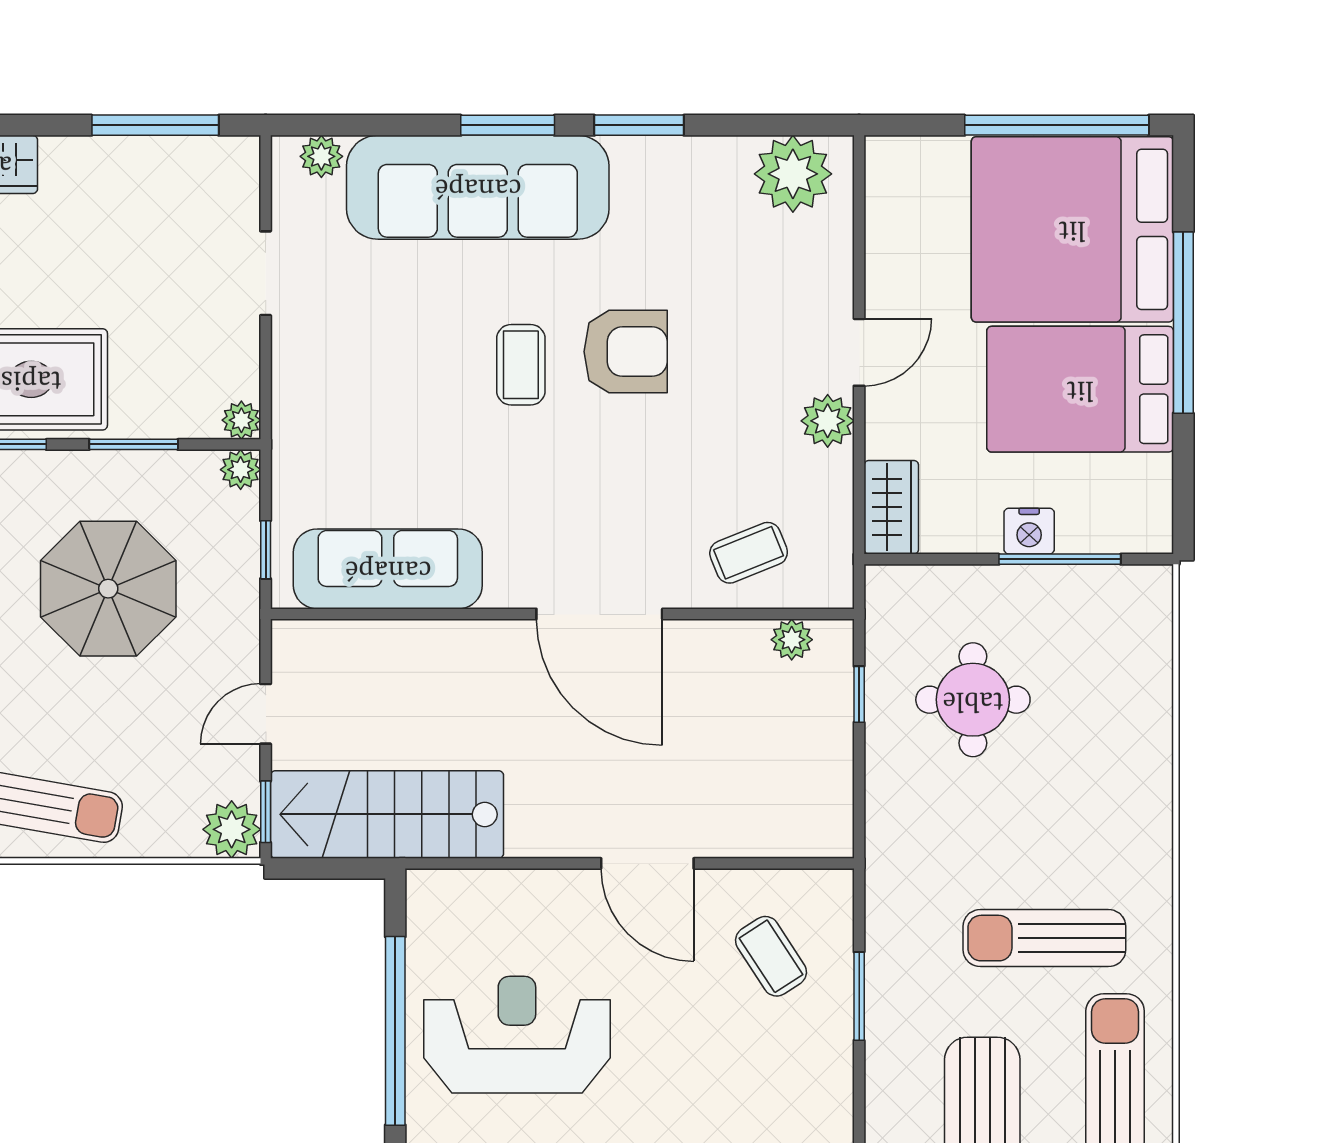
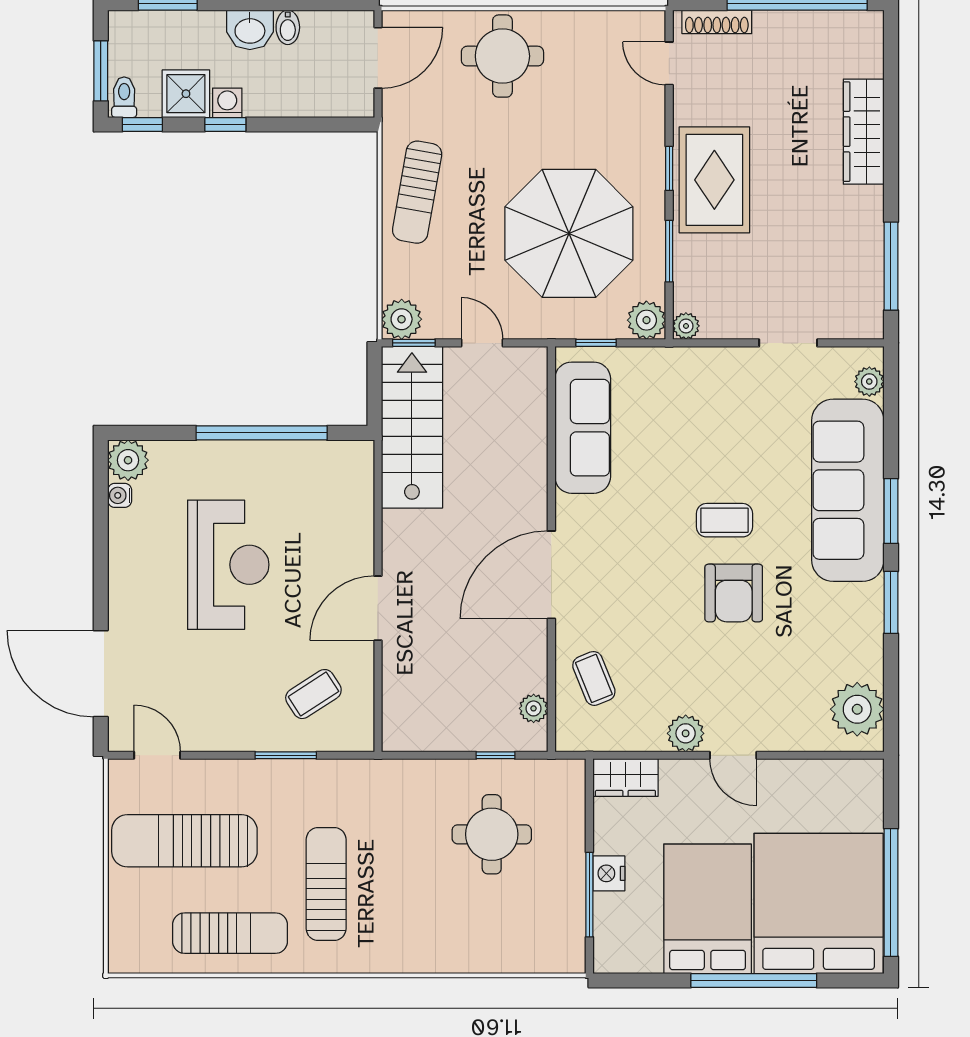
plant: (241, 470) -> (646, 320), width x1.38, depth x1.38
parasol: (108, 589) -> (569, 233), width x1.36, depth x1.36
reception desk: (517, 1035) -> (228, 565), moved

